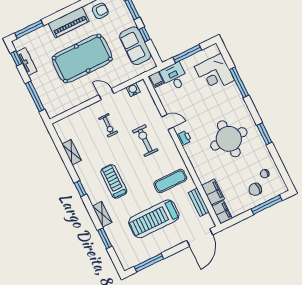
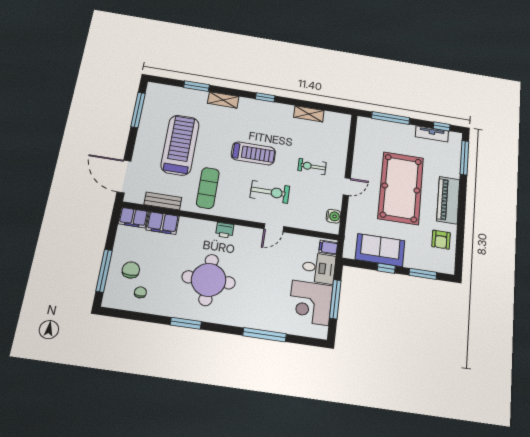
corner desk: (214, 73) -> (310, 303), moved, turned -90
printer: (184, 138) -> (225, 230), moved
treadmill: (114, 181) -> (253, 153), moved

